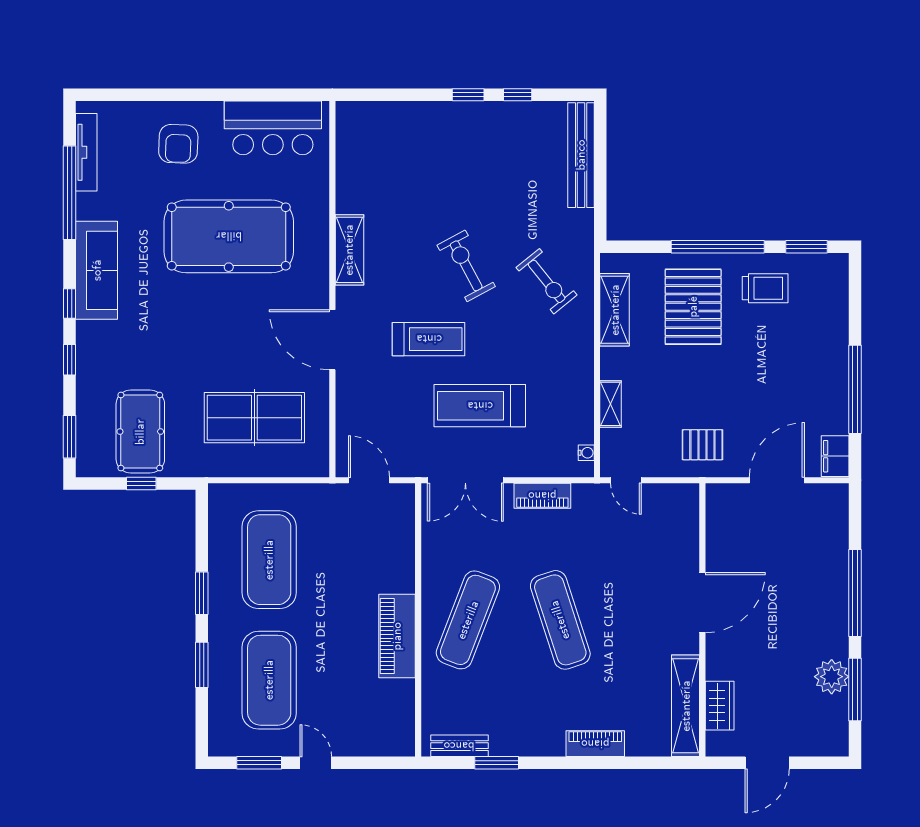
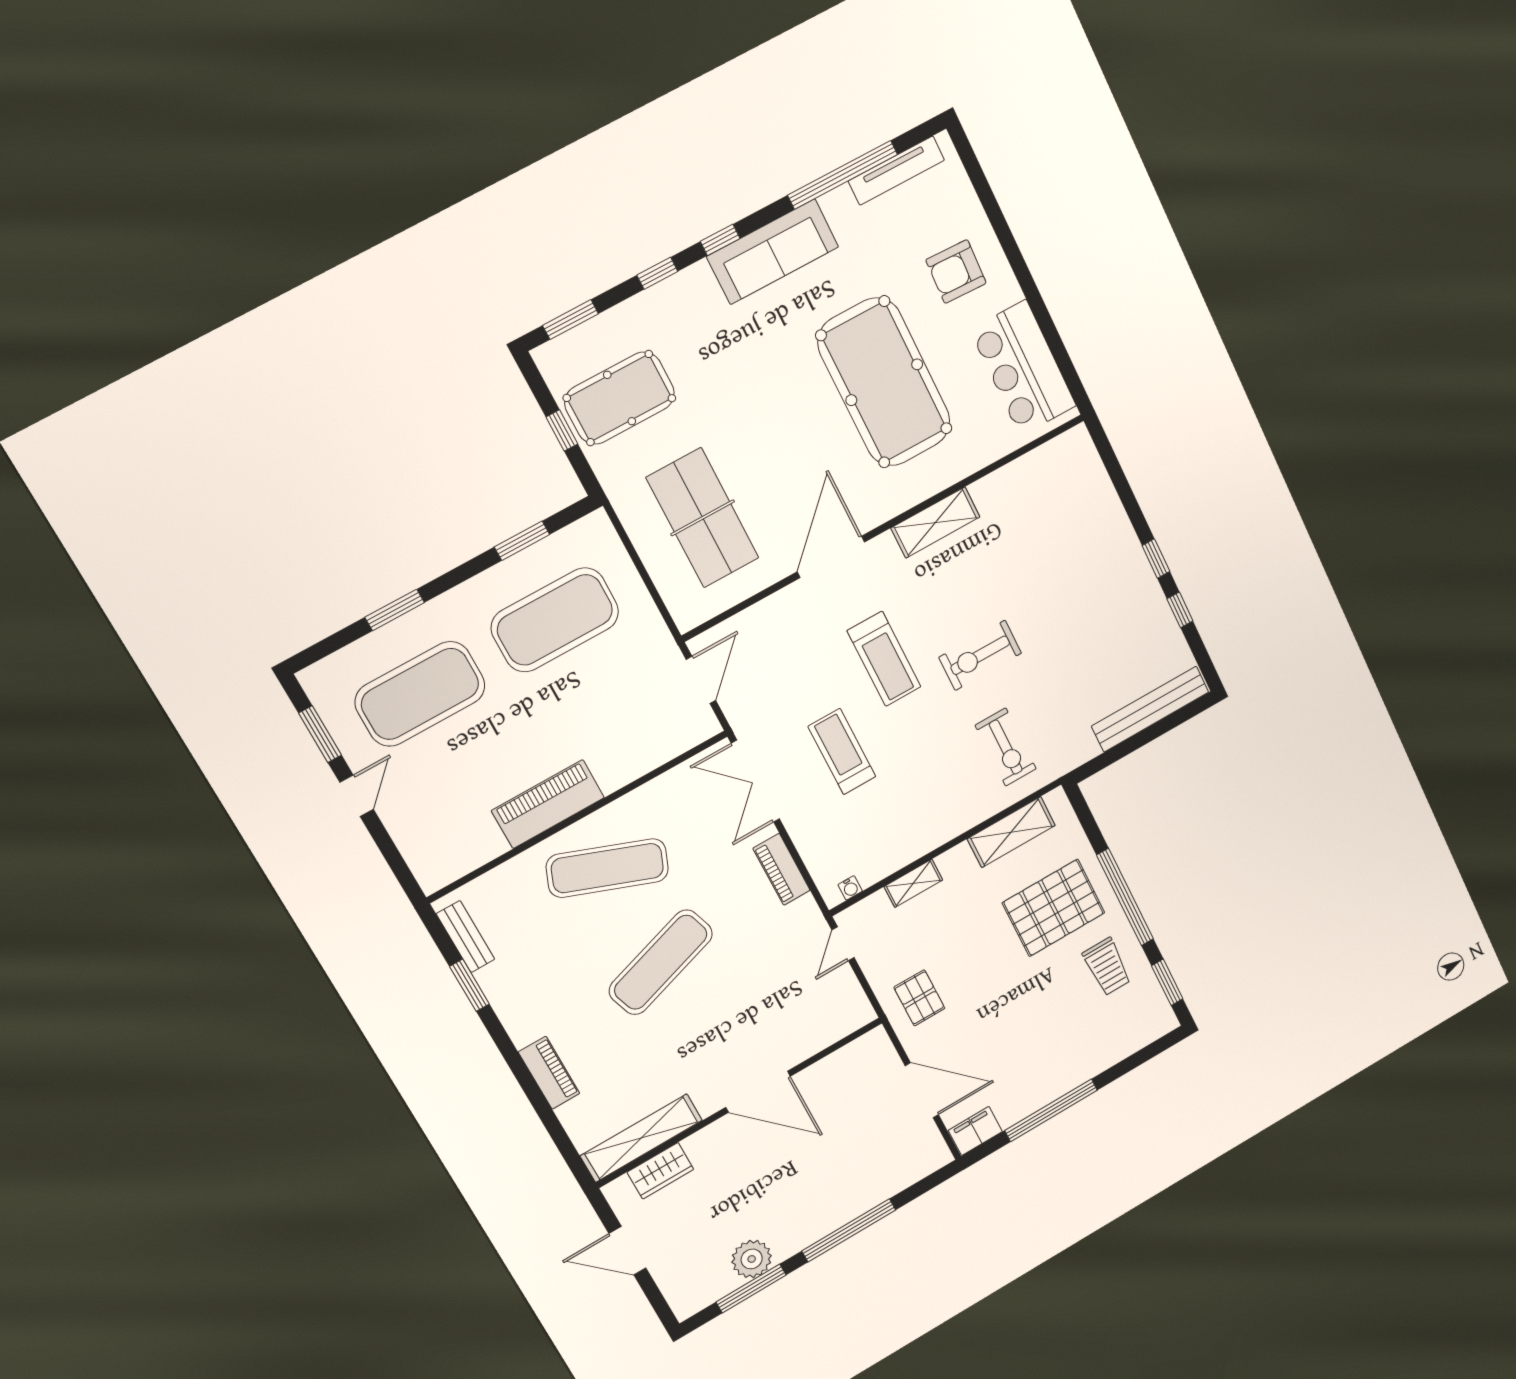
exercise bike: (466, 266) -> (980, 655), turned -152
exercise bike: (547, 281) -> (1006, 747), turned -51
treadmill: (480, 406) -> (842, 752), width x0.73, depth x0.73
window: (202, 593) -> (522, 541), moved

